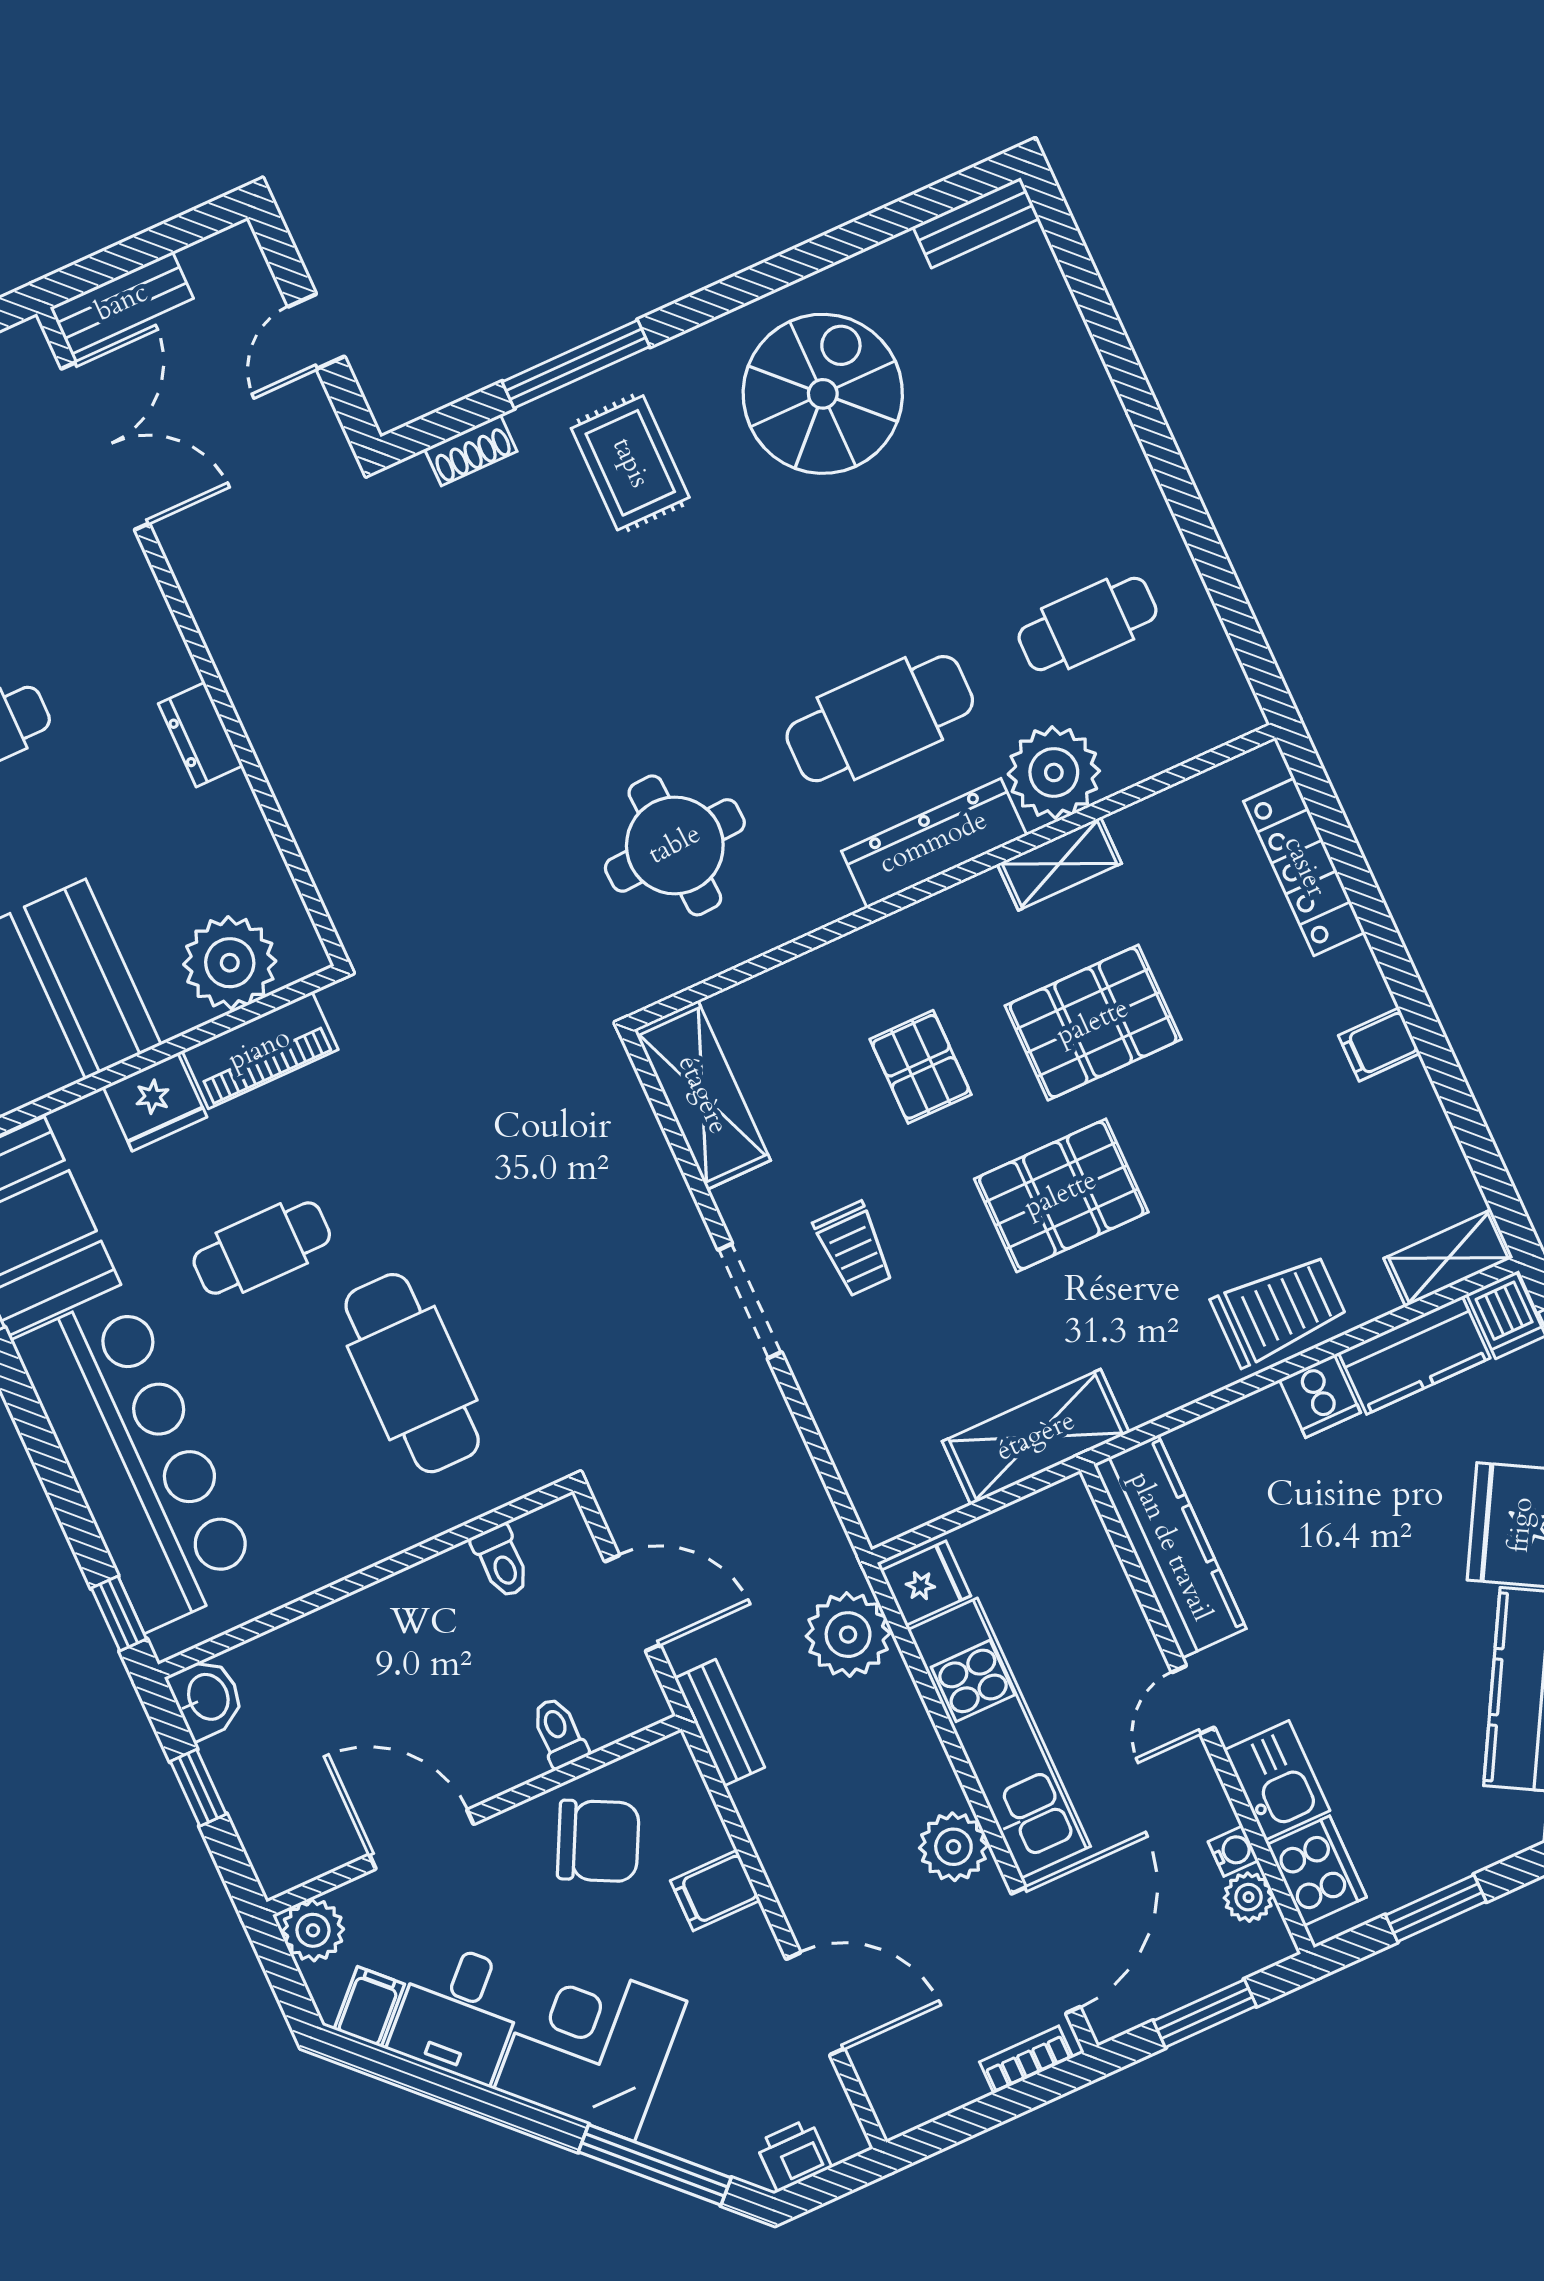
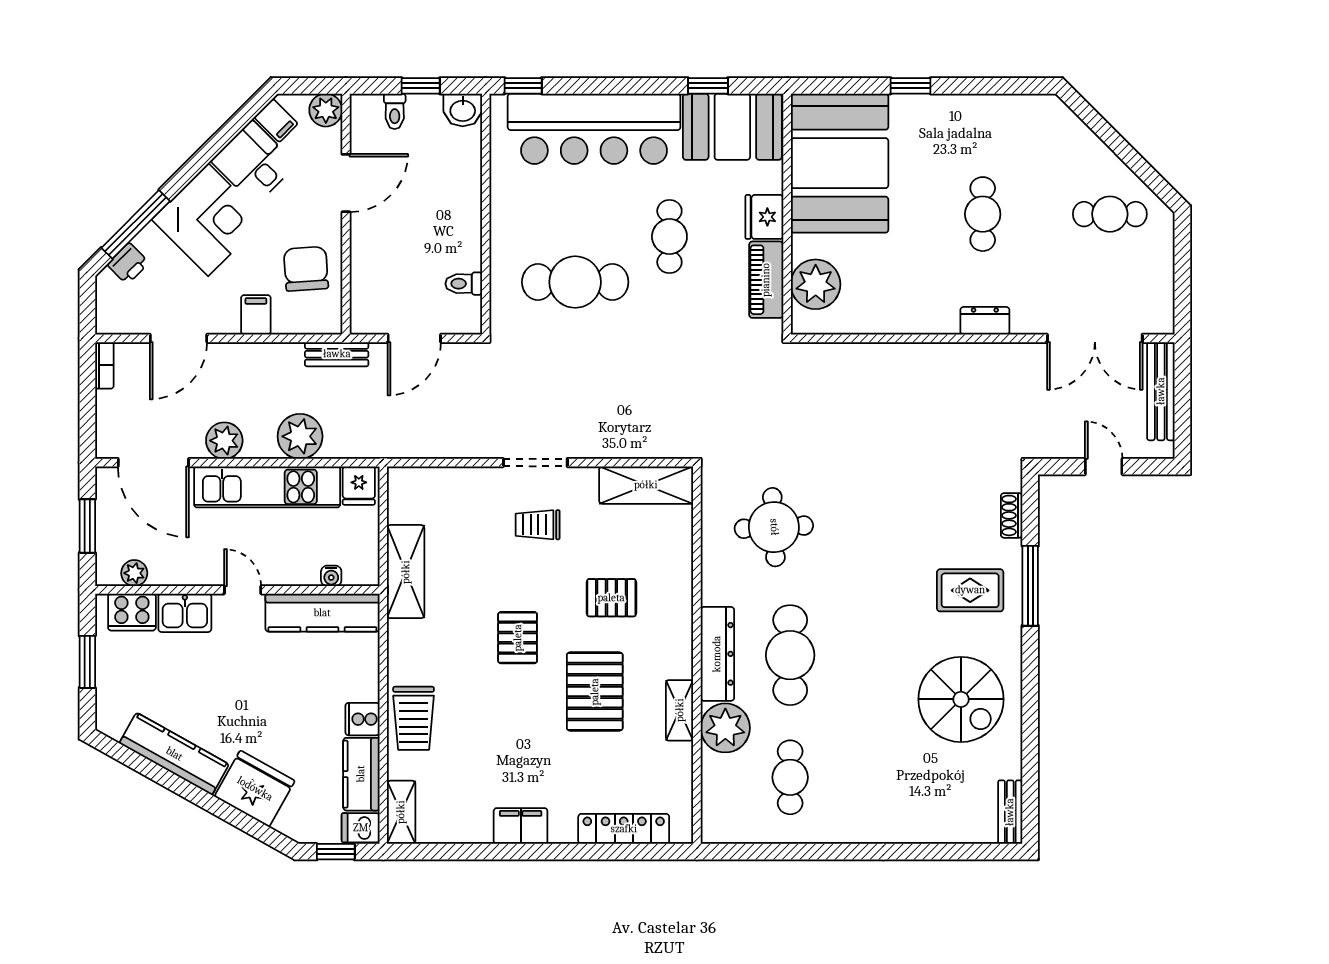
bench: (122, 303) -> (1161, 391), width x1.36
dresser: (201, 735) -> (985, 321), moved
filing cabinet: (1379, 1044) -> (521, 826), width x2.00
pallet: (1061, 1195) -> (518, 638), width x0.67, depth x0.71
plant: (848, 1635) -> (300, 436), moved
toilet: (559, 1733) -> (395, 111), moved, turned 90
chair: (598, 1841) -> (306, 269), turned 149
water cooler: (1233, 1851) -> (331, 576), moved
bookcase: (1026, 2060) -> (104, 365), moved
printer: (794, 2155) -> (128, 264), moved, turned 45

